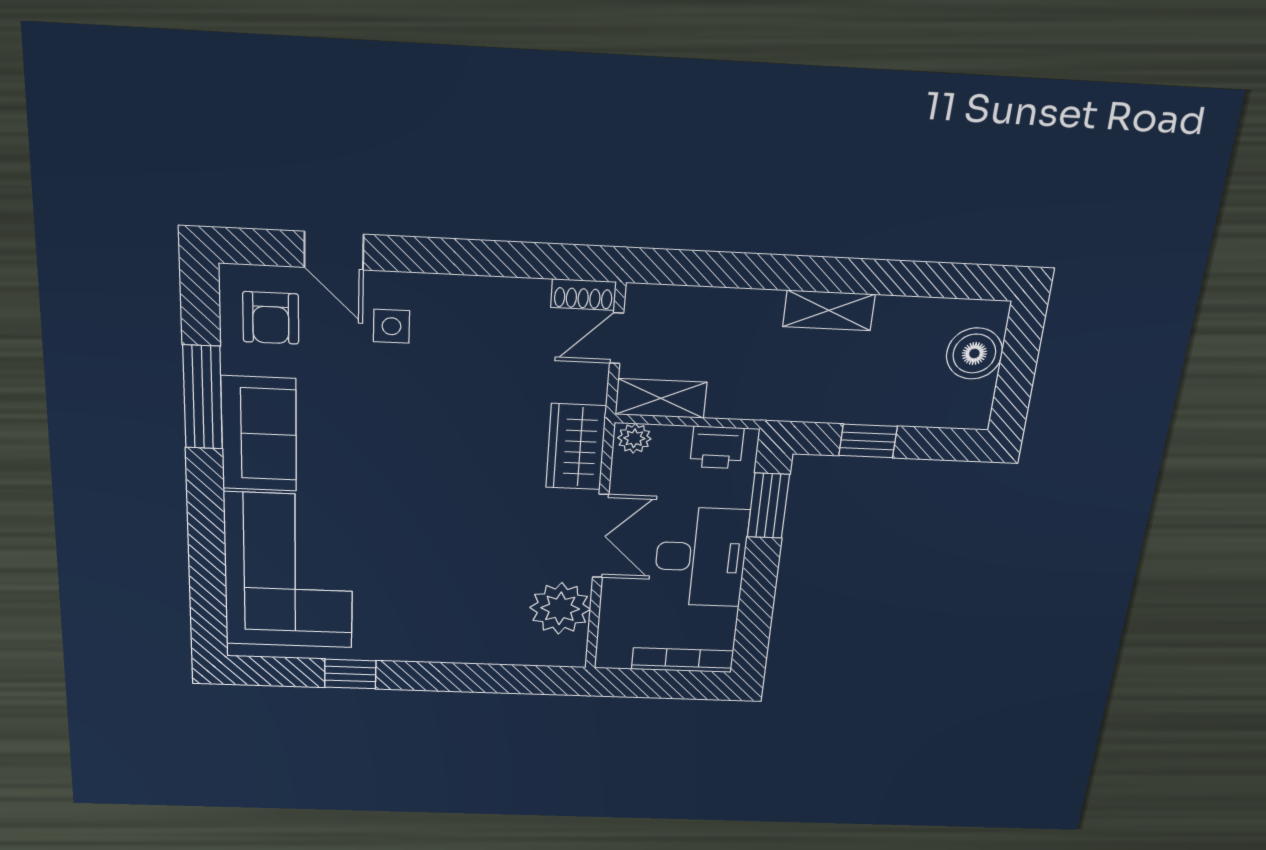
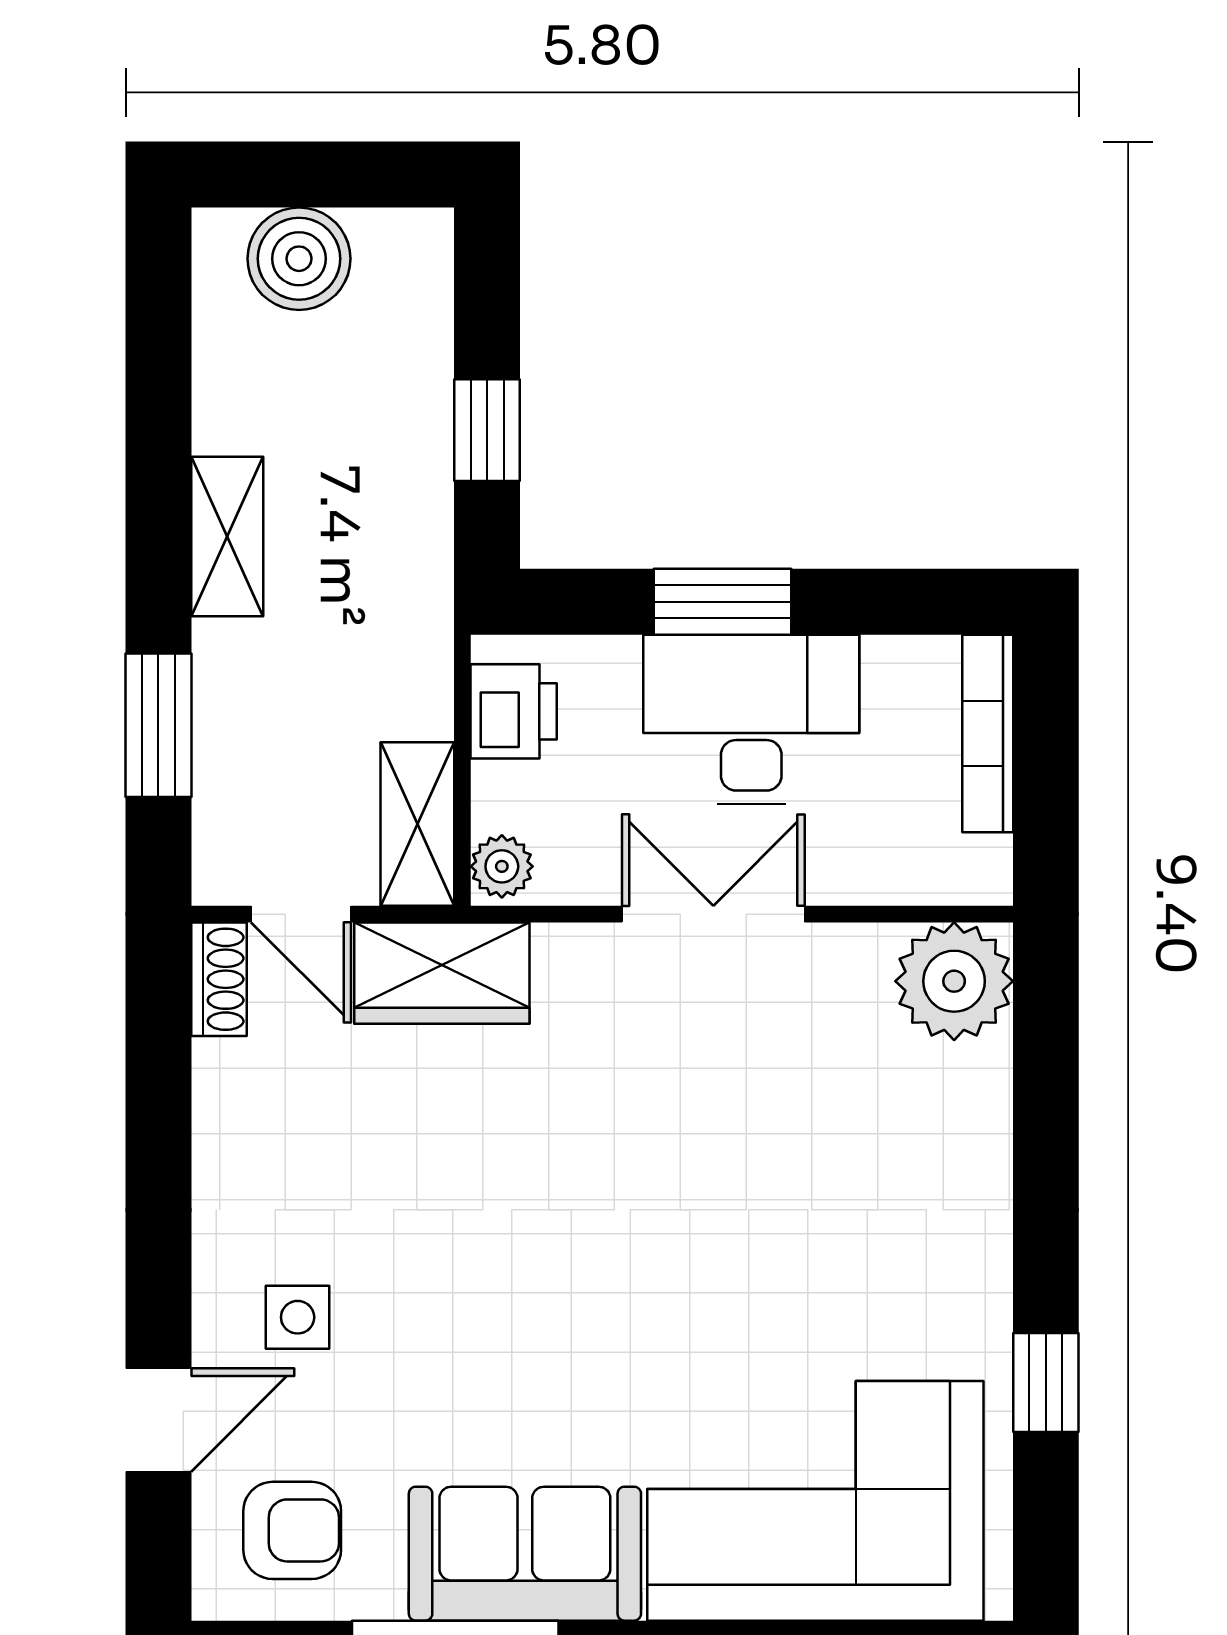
window: (729, 270) -> (158, 725), added
wardrobe: (576, 447) -> (442, 973), moved
window: (768, 506) -> (722, 602), moved
plant: (560, 608) -> (954, 981), moved

